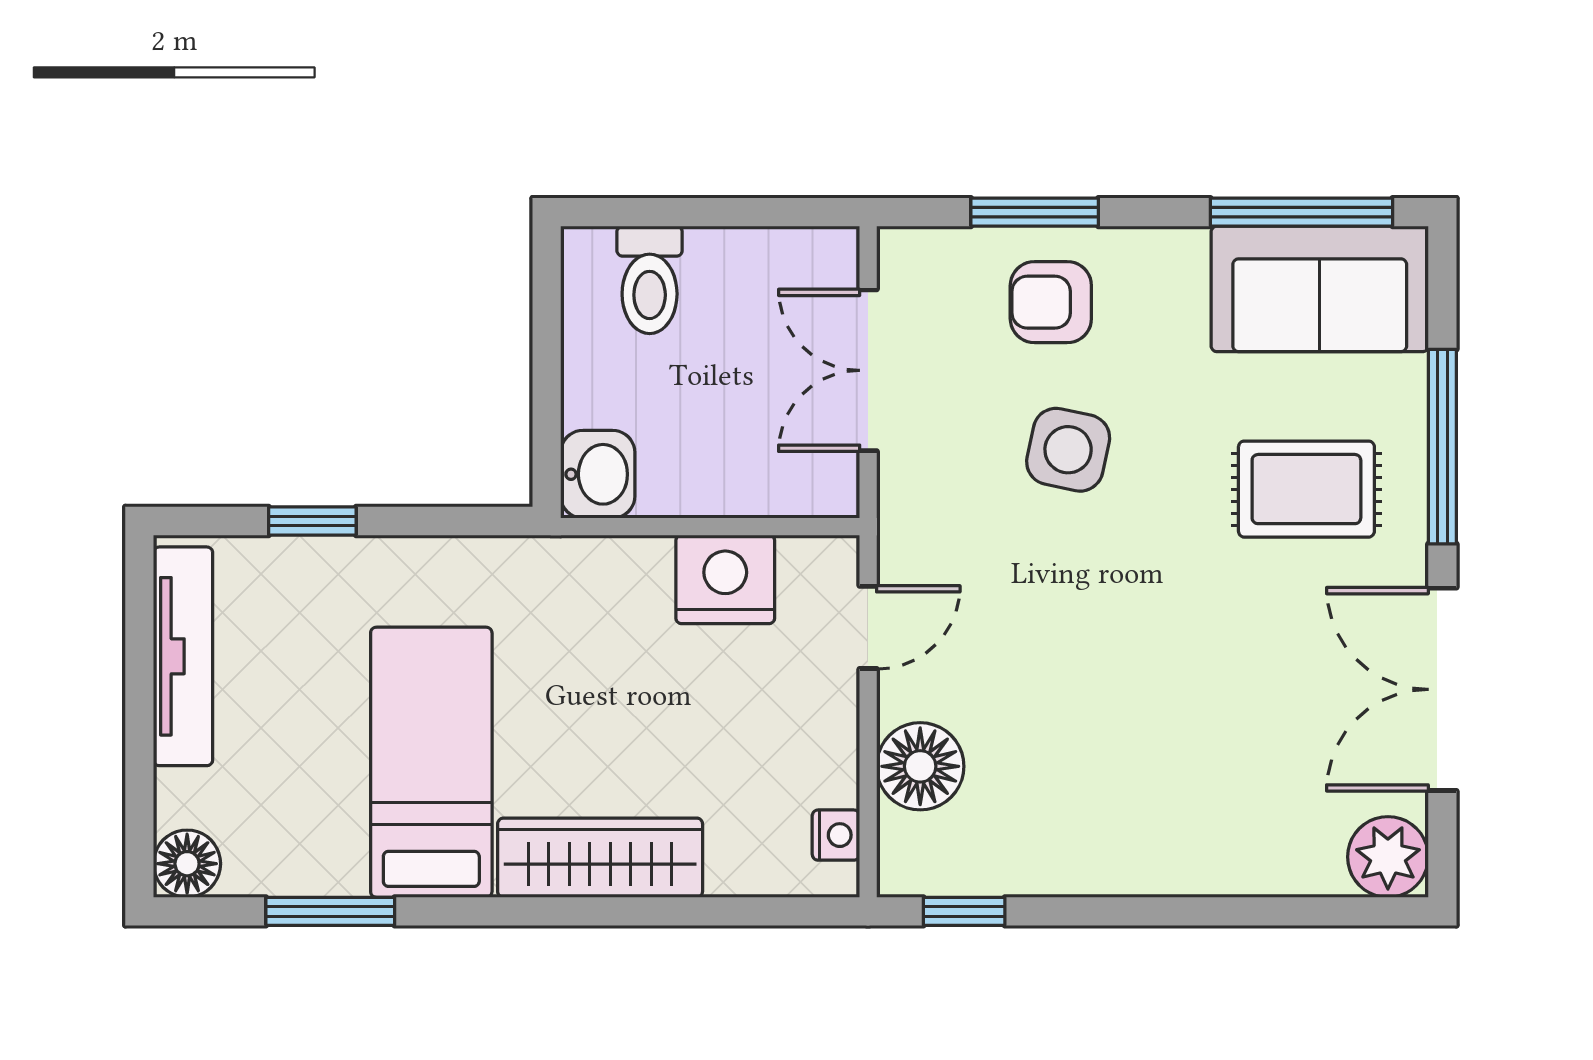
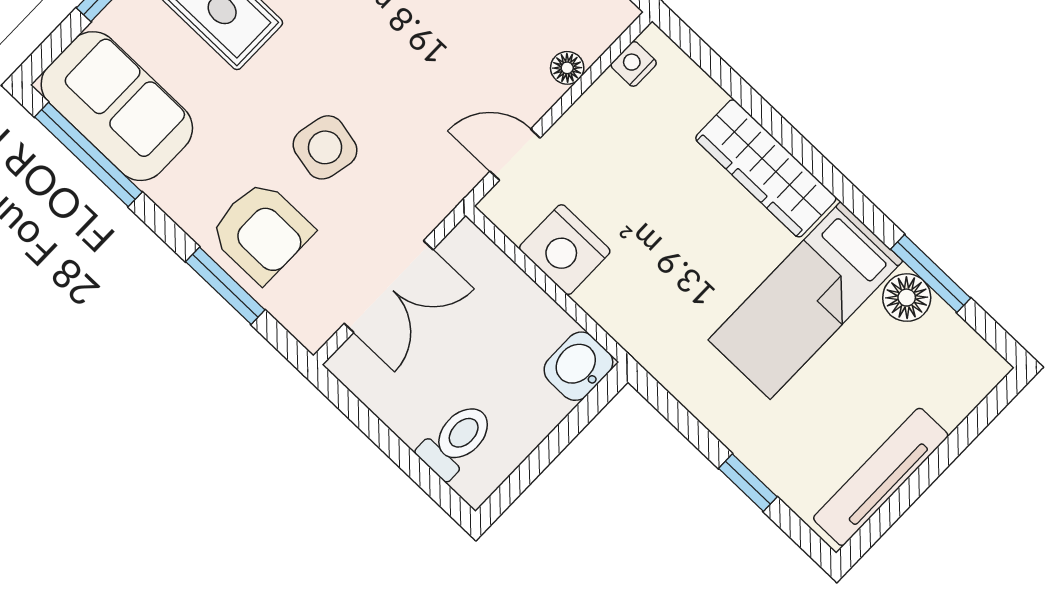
armchair: (1051, 302) -> (261, 232), width x1.38, depth x1.38
floor lamp: (920, 766) -> (567, 68), width x0.53, depth x0.53
floor lamp: (187, 864) -> (907, 298), moved

